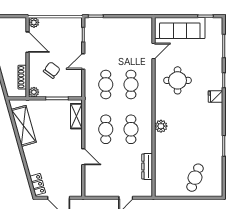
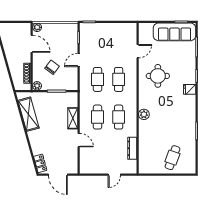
sofa: (180, 28) -> (174, 32), moved
shelving: (76, 116) -> (73, 118), moved

